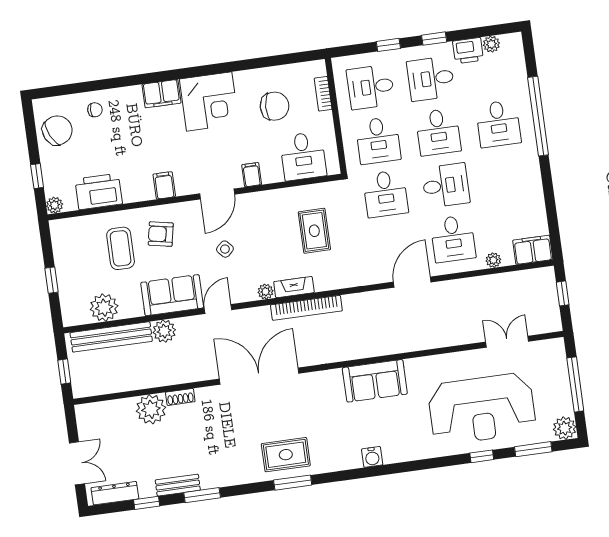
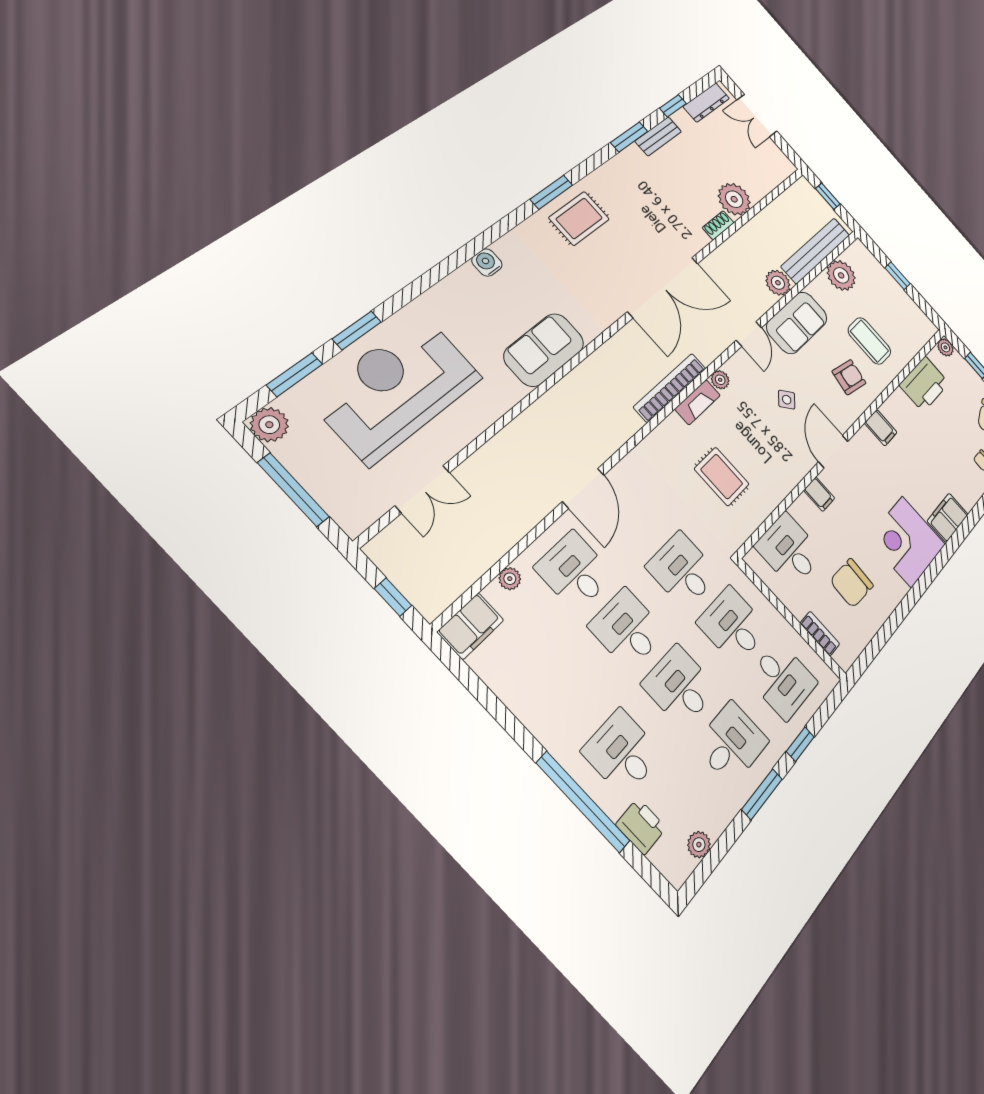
window: (434, 39) -> (762, 794), width x1.50
printer: (468, 51) -> (641, 826), moved, turned 90
desk: (371, 87) -> (783, 680), turned 90
desk: (446, 185) -> (627, 629), turned 90
window: (482, 456) -> (357, 330), width x1.50

